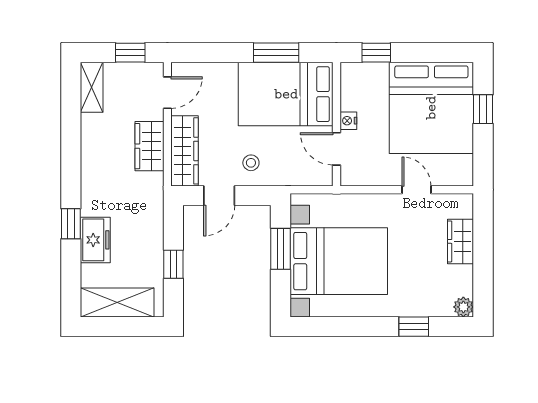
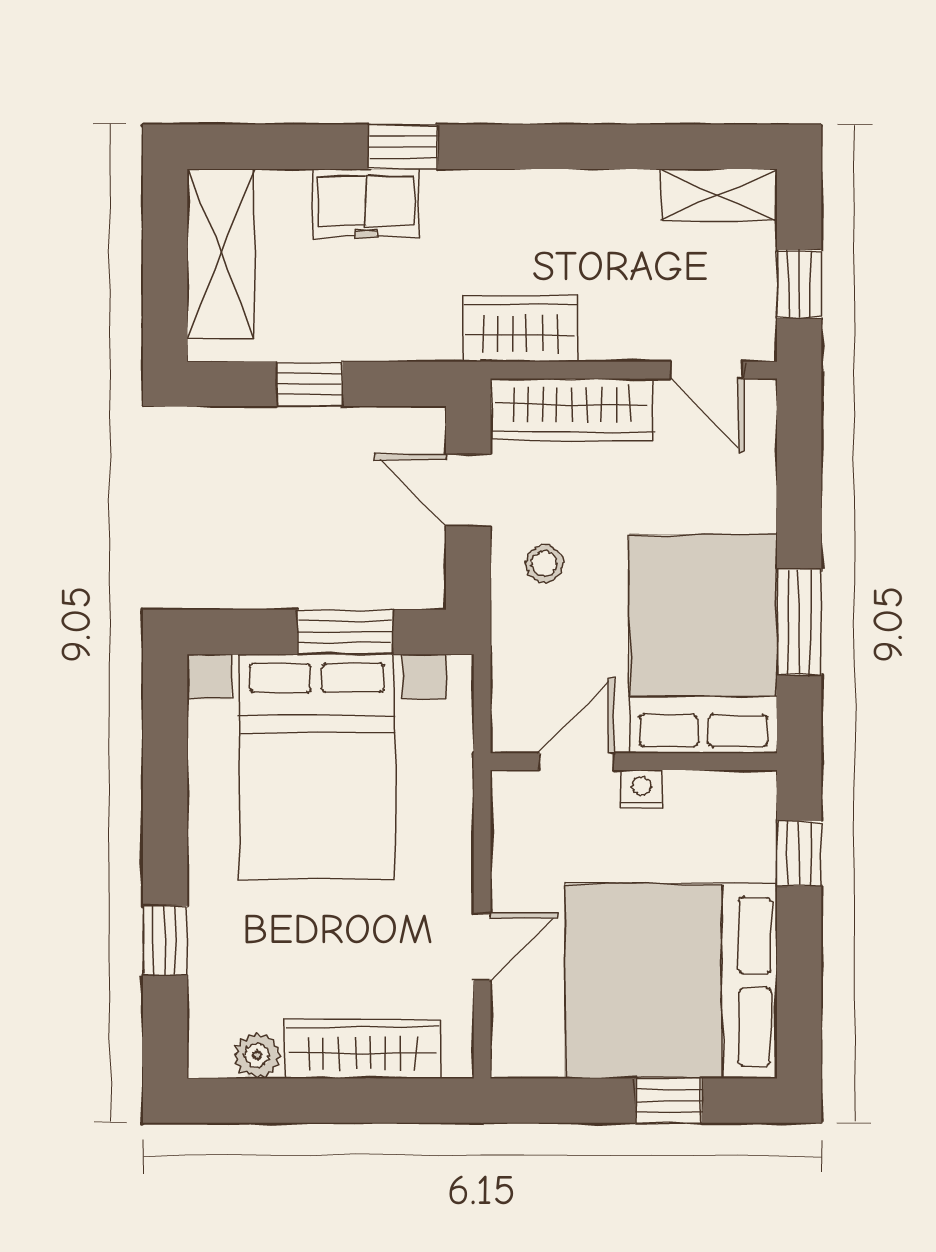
wardrobe: (149, 146) -> (520, 329), moved
wardrobe: (460, 241) -> (362, 1049), width x1.50
plant: (463, 307) -> (257, 1055), moved

